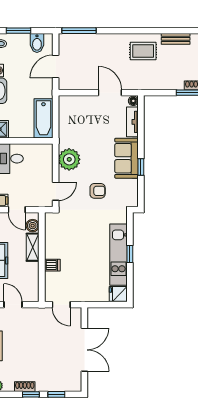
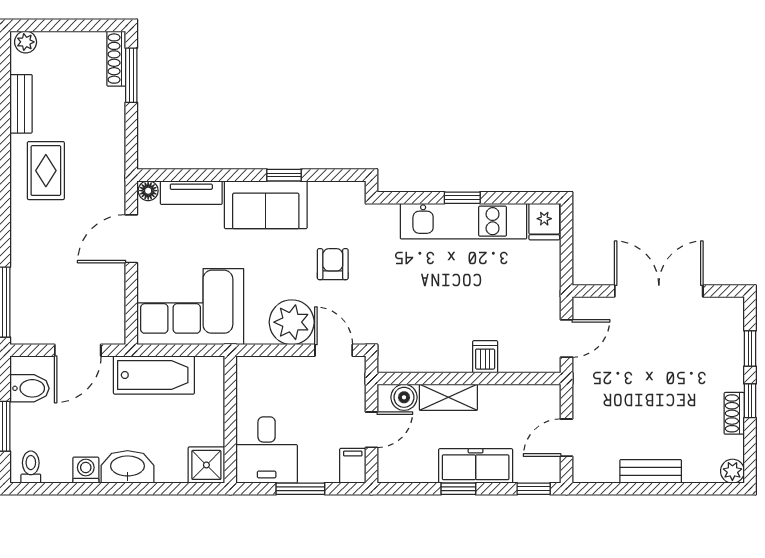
door: (56, 67) -> (78, 350), hinge flipped
bathtub: (43, 118) -> (154, 375), moved
corner sofa: (77, 121) -> (190, 307), added
plant: (69, 159) -> (292, 322), moved

